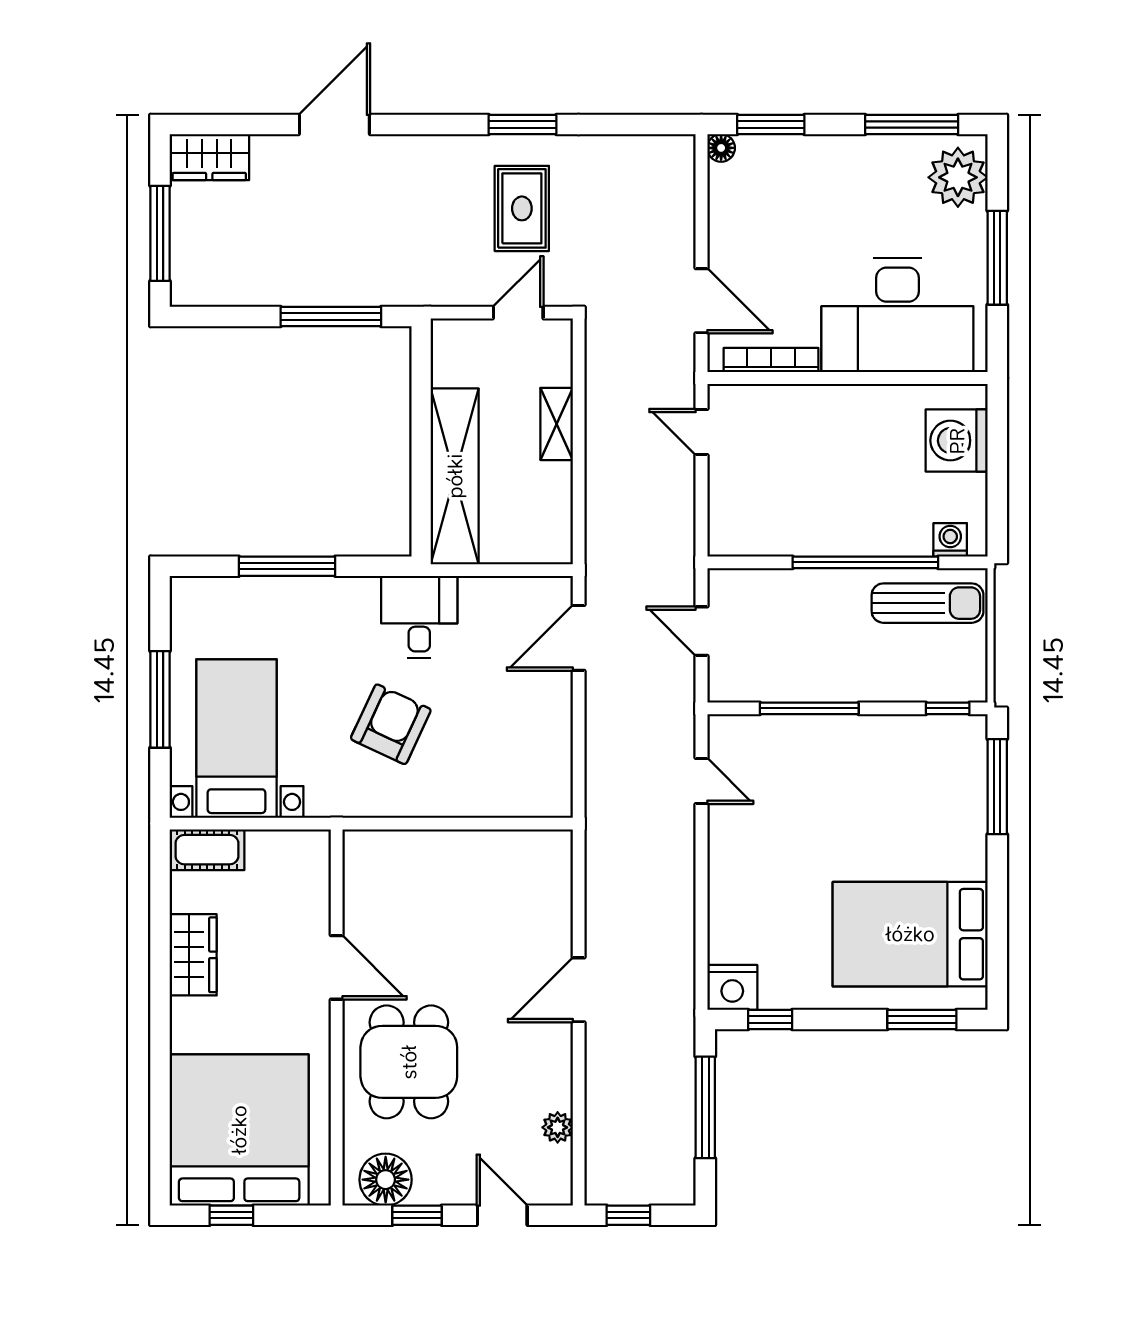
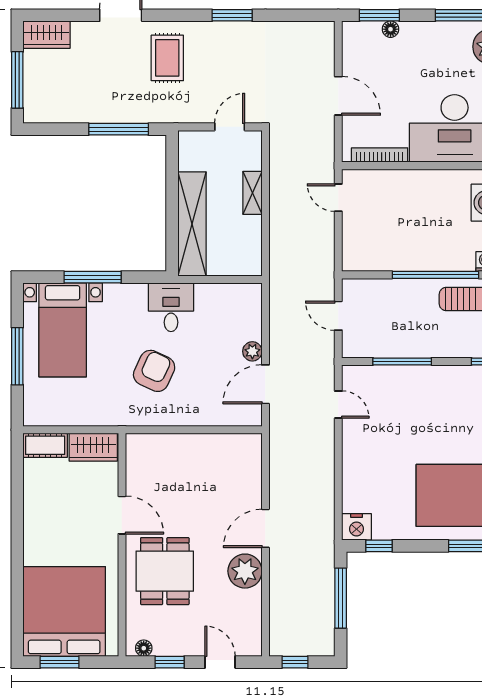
floor lamp: (721, 148) -> (391, 29), moved
rug: (522, 208) -> (167, 58), moved
door: (701, 301) -> (338, 96), moved
door: (579, 638) -> (265, 384), moved
plant: (557, 691) -> (252, 351), added
bed with nightstands: (236, 739) -> (63, 330), moved, turned 180
wardrobe: (193, 955) -> (93, 447), moved, turned 90
plant: (558, 1127) -> (245, 571), moved, width x1.88, depth x1.88
floor lamp: (386, 1180) -> (144, 648), width x0.53, depth x0.53
window: (231, 1215) -> (60, 662), width x1.50

